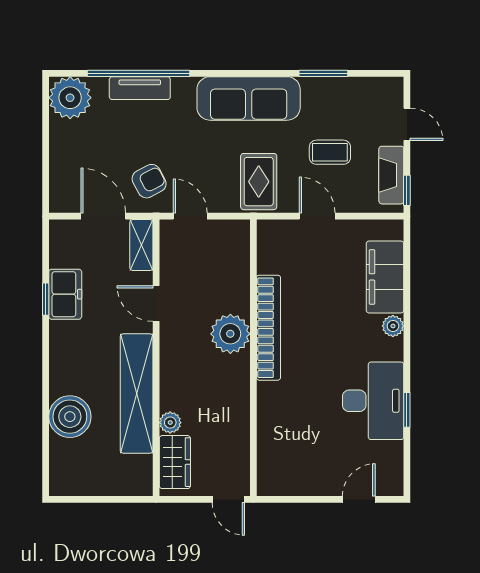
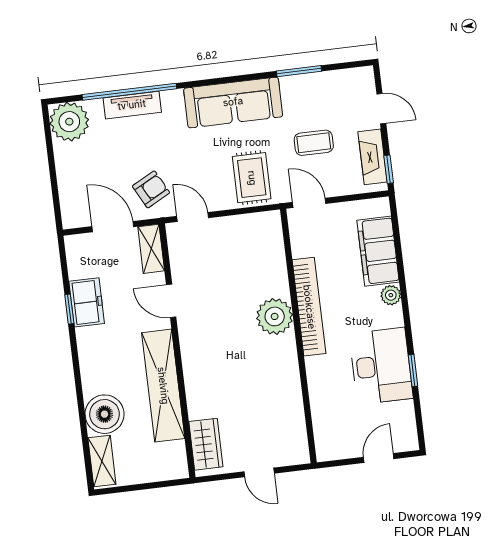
bookcase: (268, 328) -> (309, 307), moved
plant: (230, 334) -> (275, 316), moved
wall: (253, 358) -> (298, 336), moved
plant: (170, 423) -> (197, 408), removed
shelving: (61, 467) -> (102, 461), added

